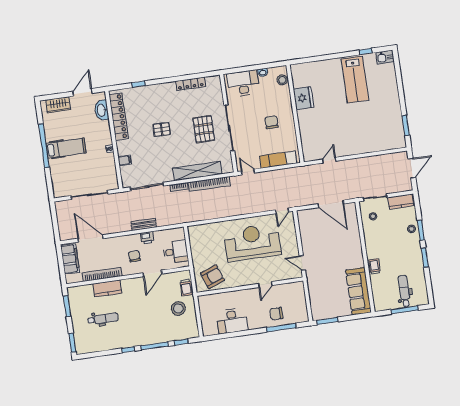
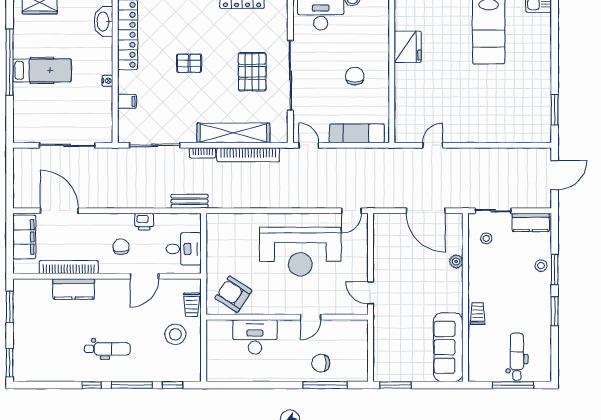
stool: (282, 80) -> (380, 15), removed
bench: (144, 224) -> (190, 201), moved
plant: (356, 234) -> (456, 261), added
reception desk: (252, 242) -> (300, 252), turned 180
armchair: (213, 277) -> (233, 294), turned -127
dental chair: (103, 319) -> (107, 349), moved
desk: (232, 321) -> (255, 337), moved, turned 180

